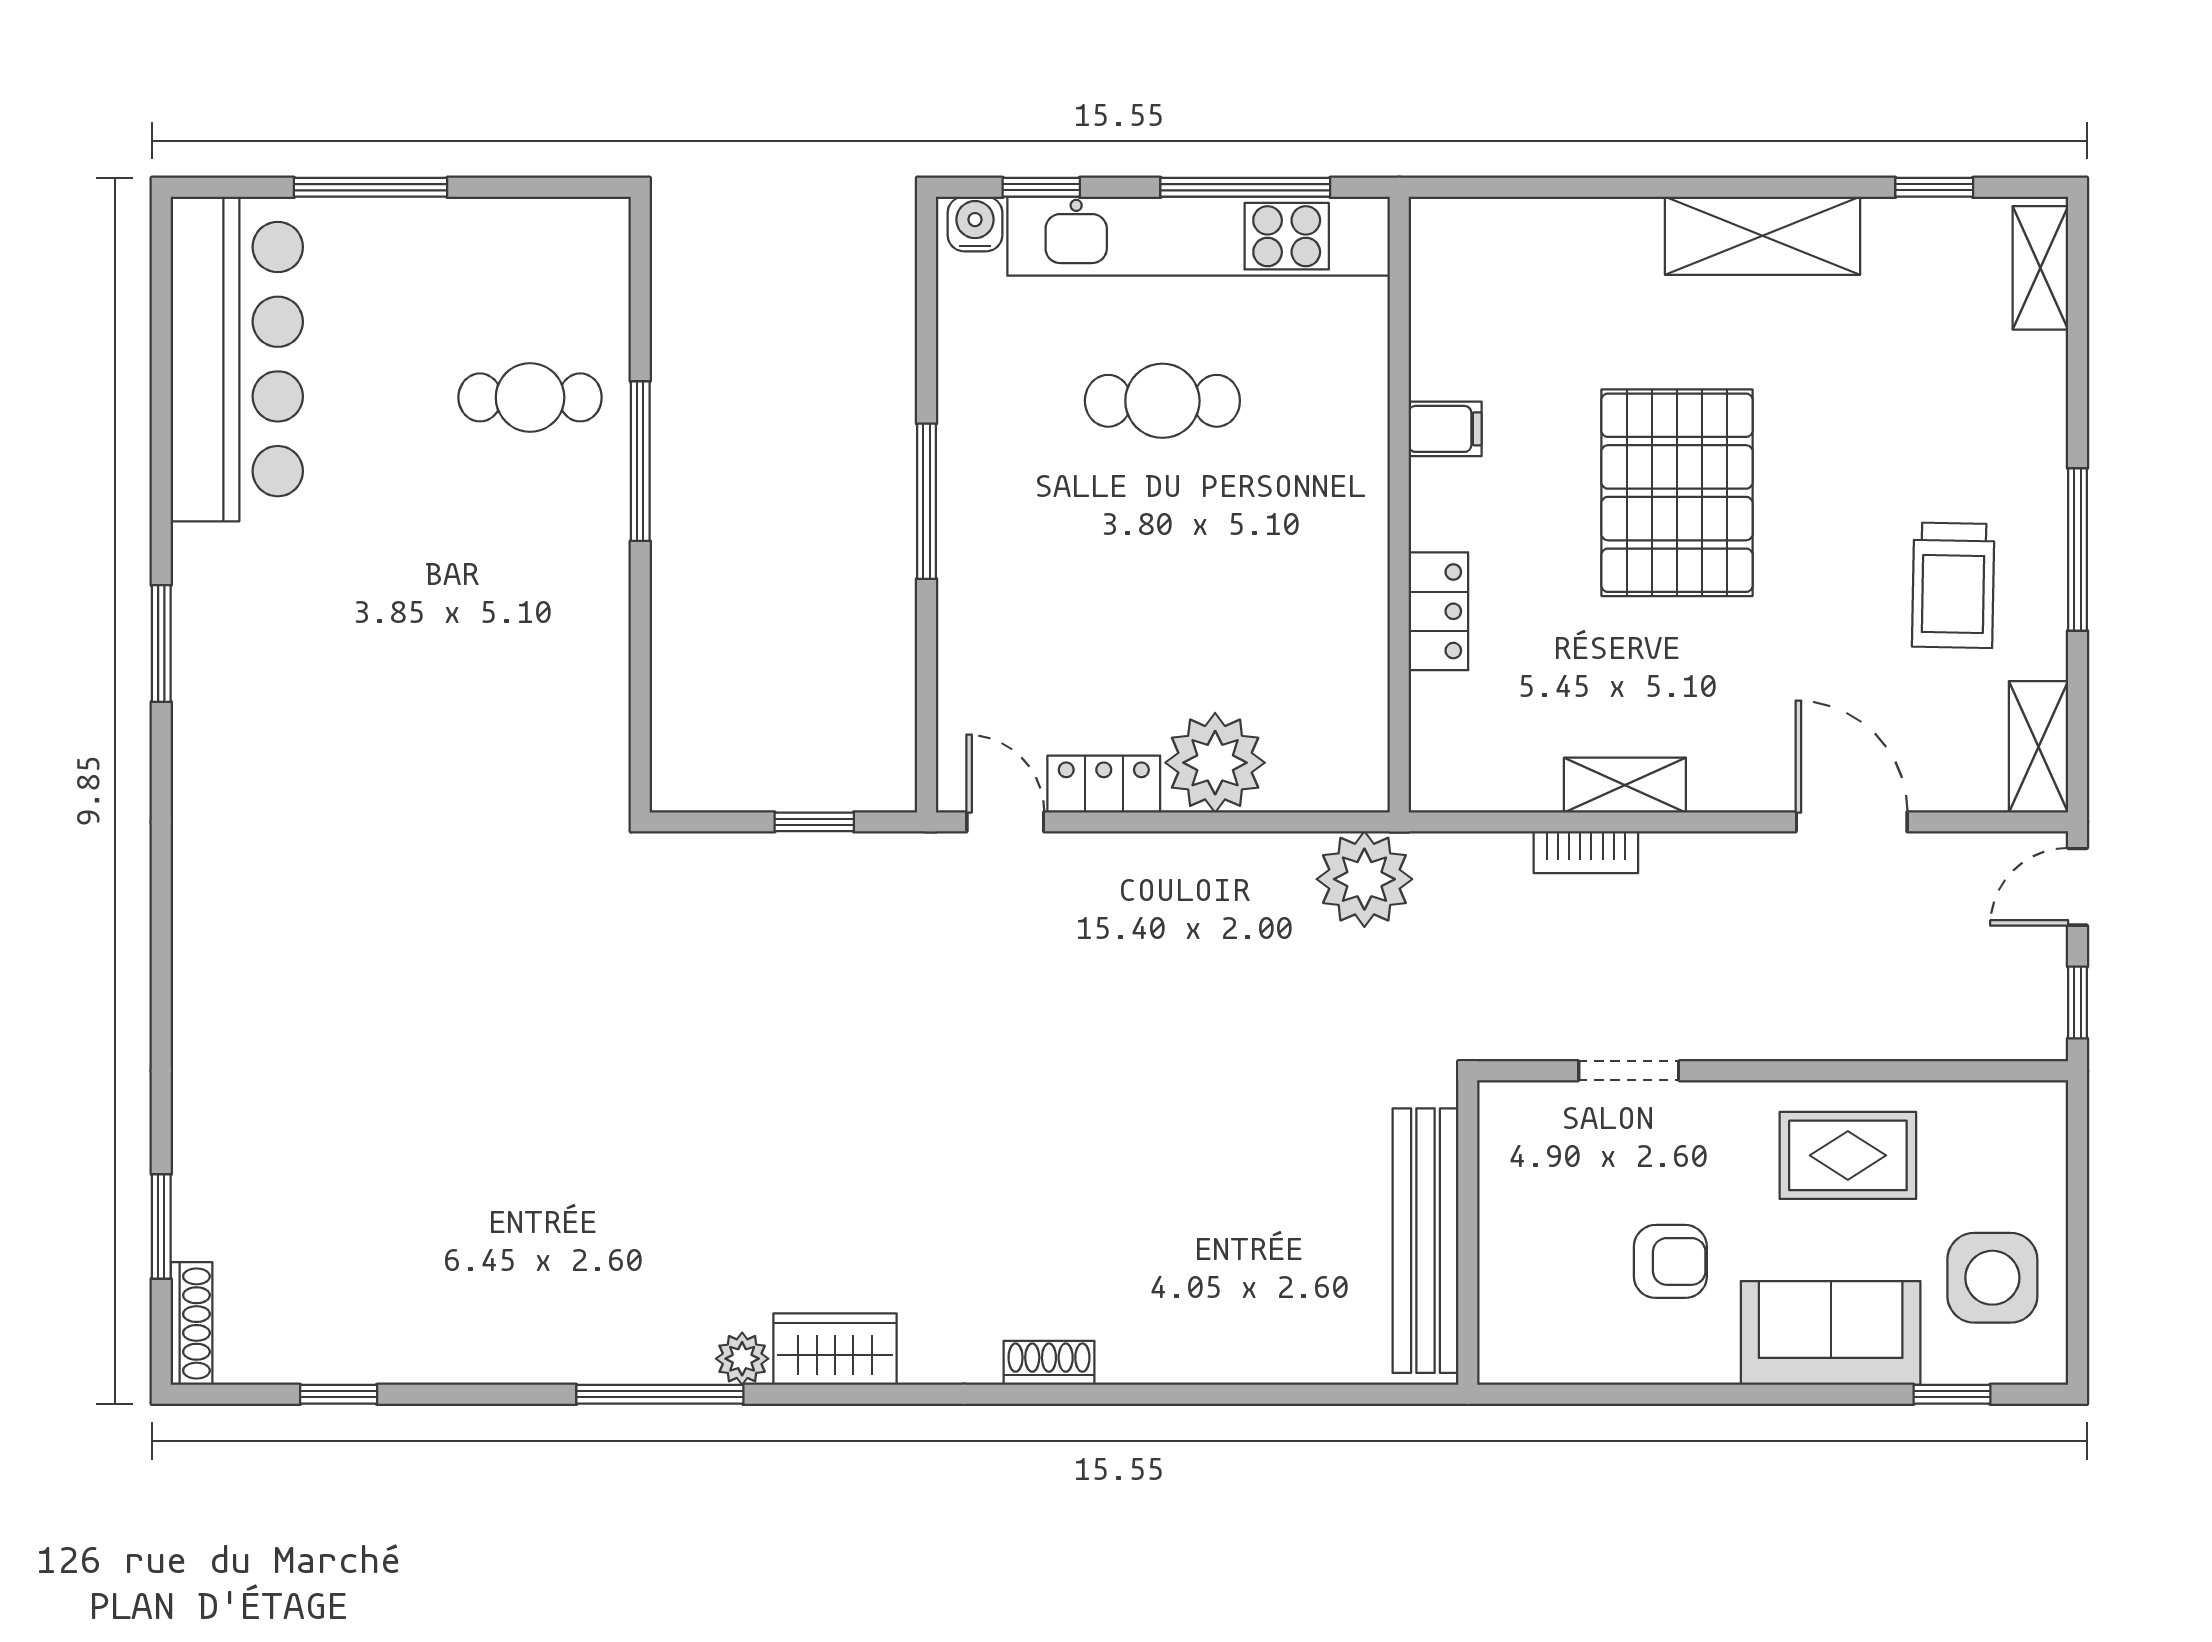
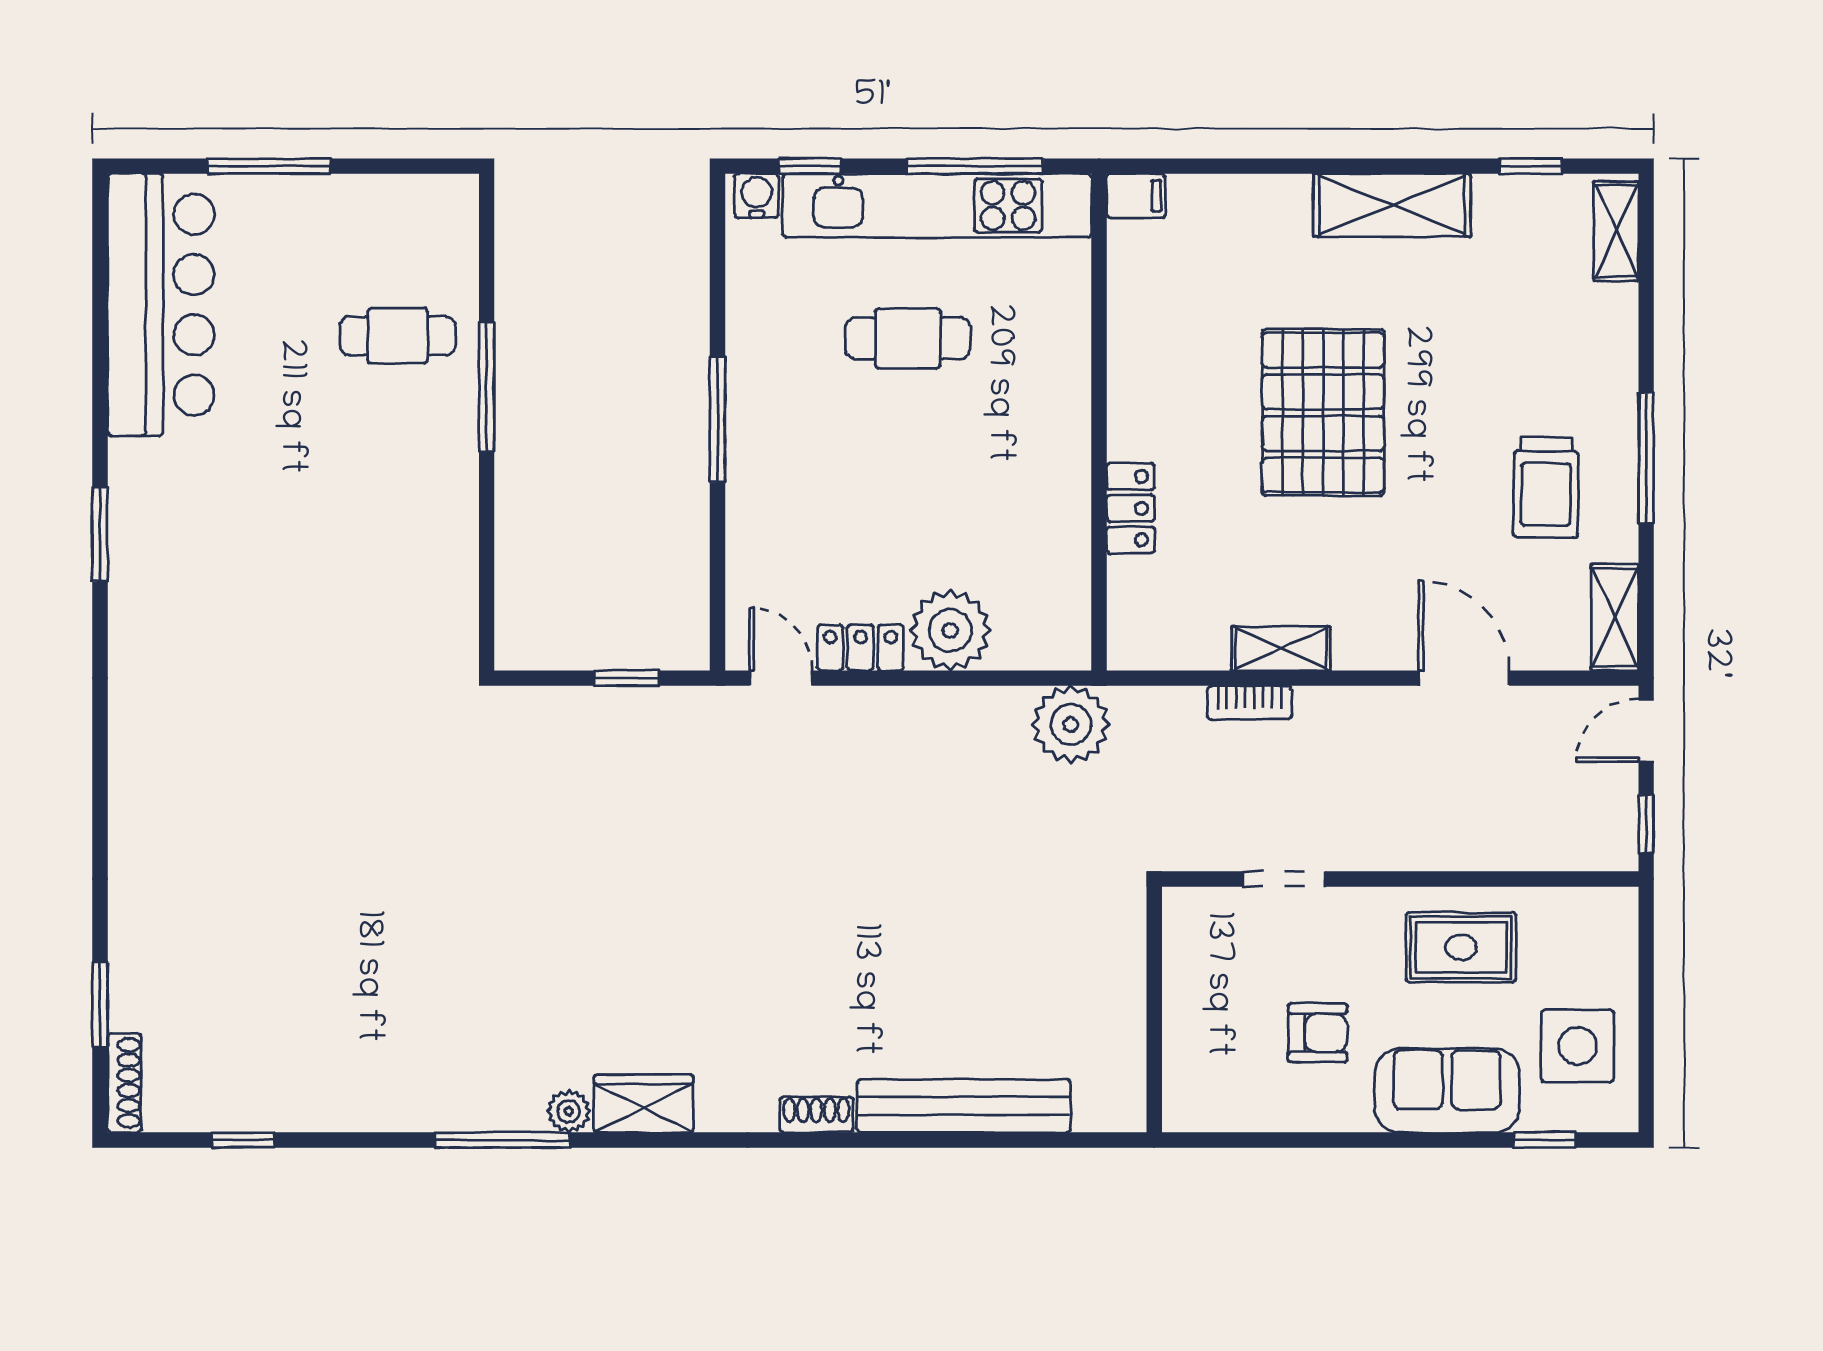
filing cabinet: (1445, 429) -> (1136, 196), moved
bench: (1425, 1241) -> (964, 1106), moved, turned 90

